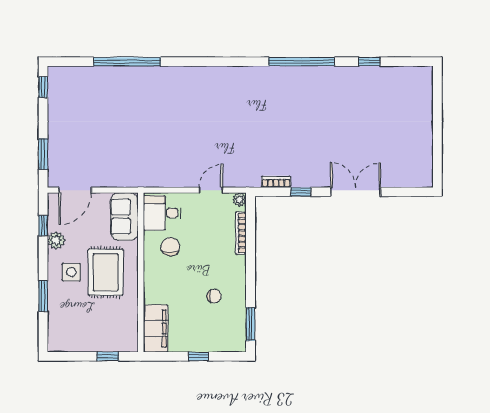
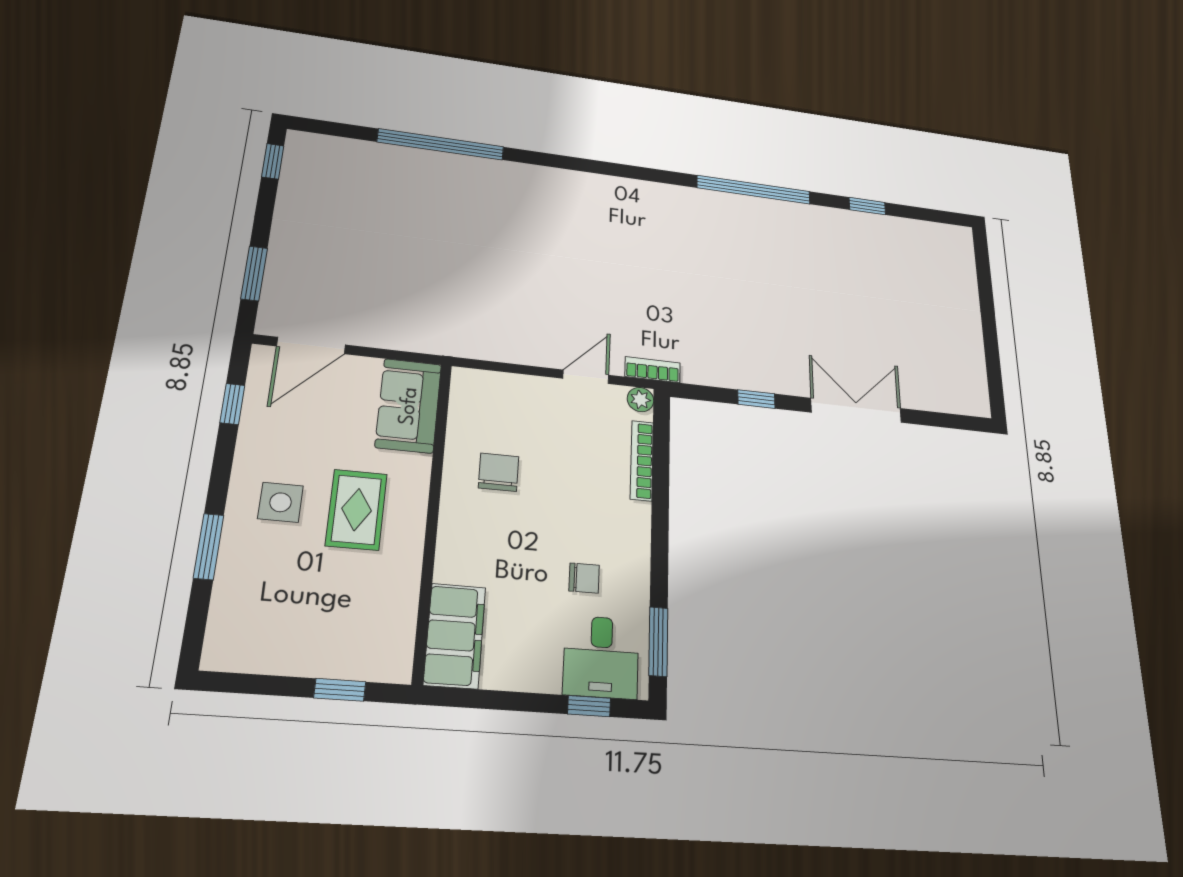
bookcase: (276, 182) -> (653, 370), moved
desk: (162, 213) -> (601, 657), moved, turned -90
plant: (56, 240) -> (257, 436), removed
rug: (106, 272) -> (356, 510), width x0.73, depth x0.70
window: (199, 356) -> (589, 706), moved

